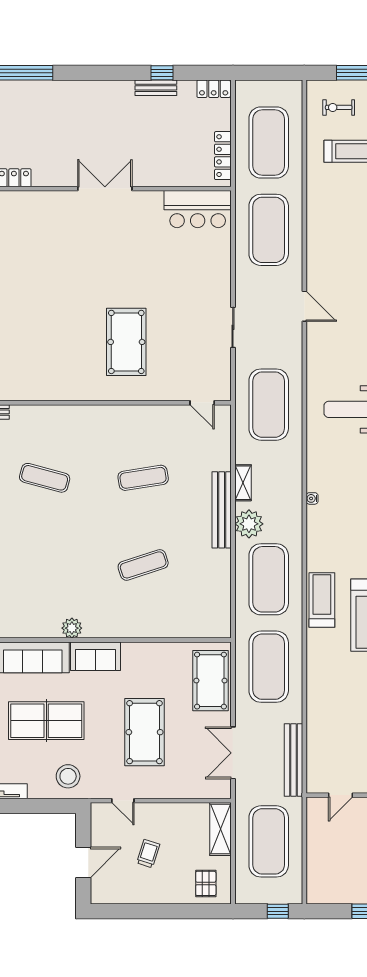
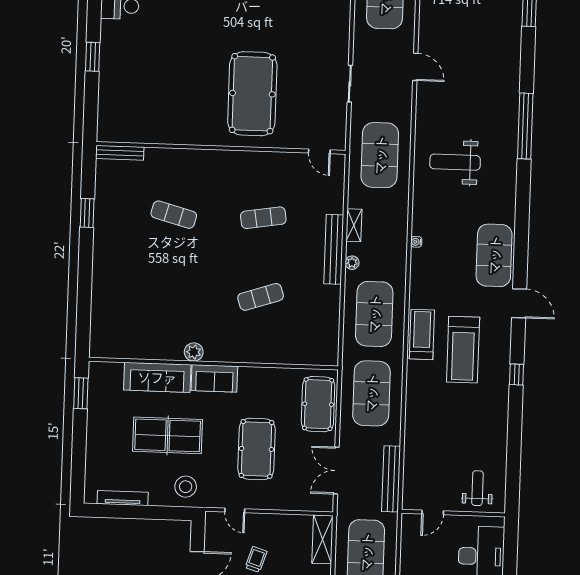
pool table: (126, 342) -> (252, 94), width x1.36, depth x1.32
plant: (249, 524) -> (352, 263), width x0.53, depth x0.53

